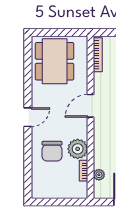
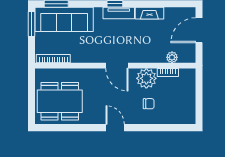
door: (90, 106) -> (117, 66), moved
chair: (52, 151) -> (149, 104), width x0.54, depth x0.54

